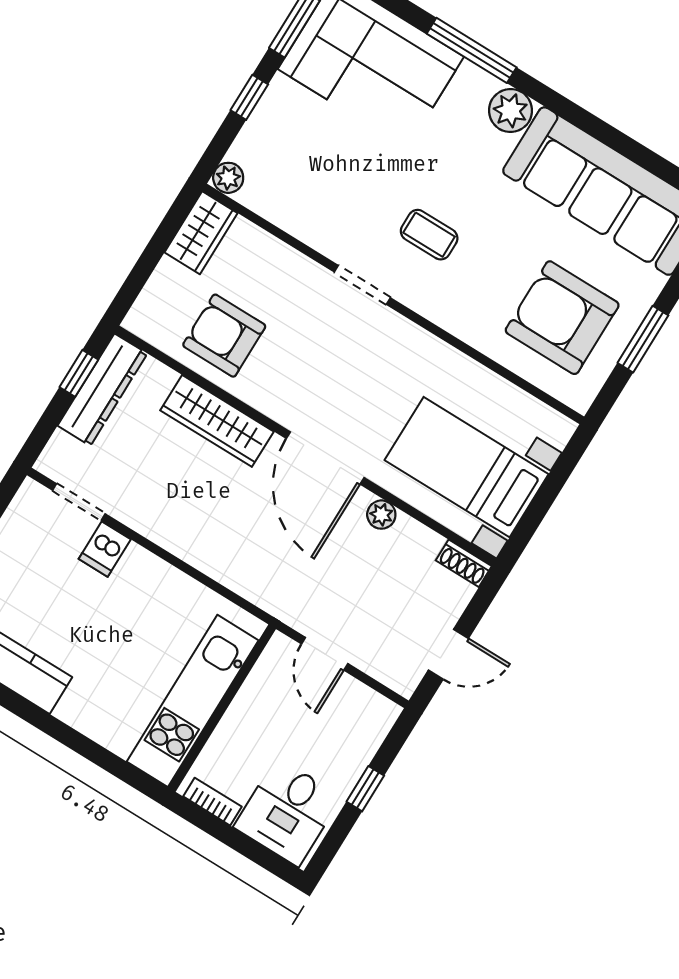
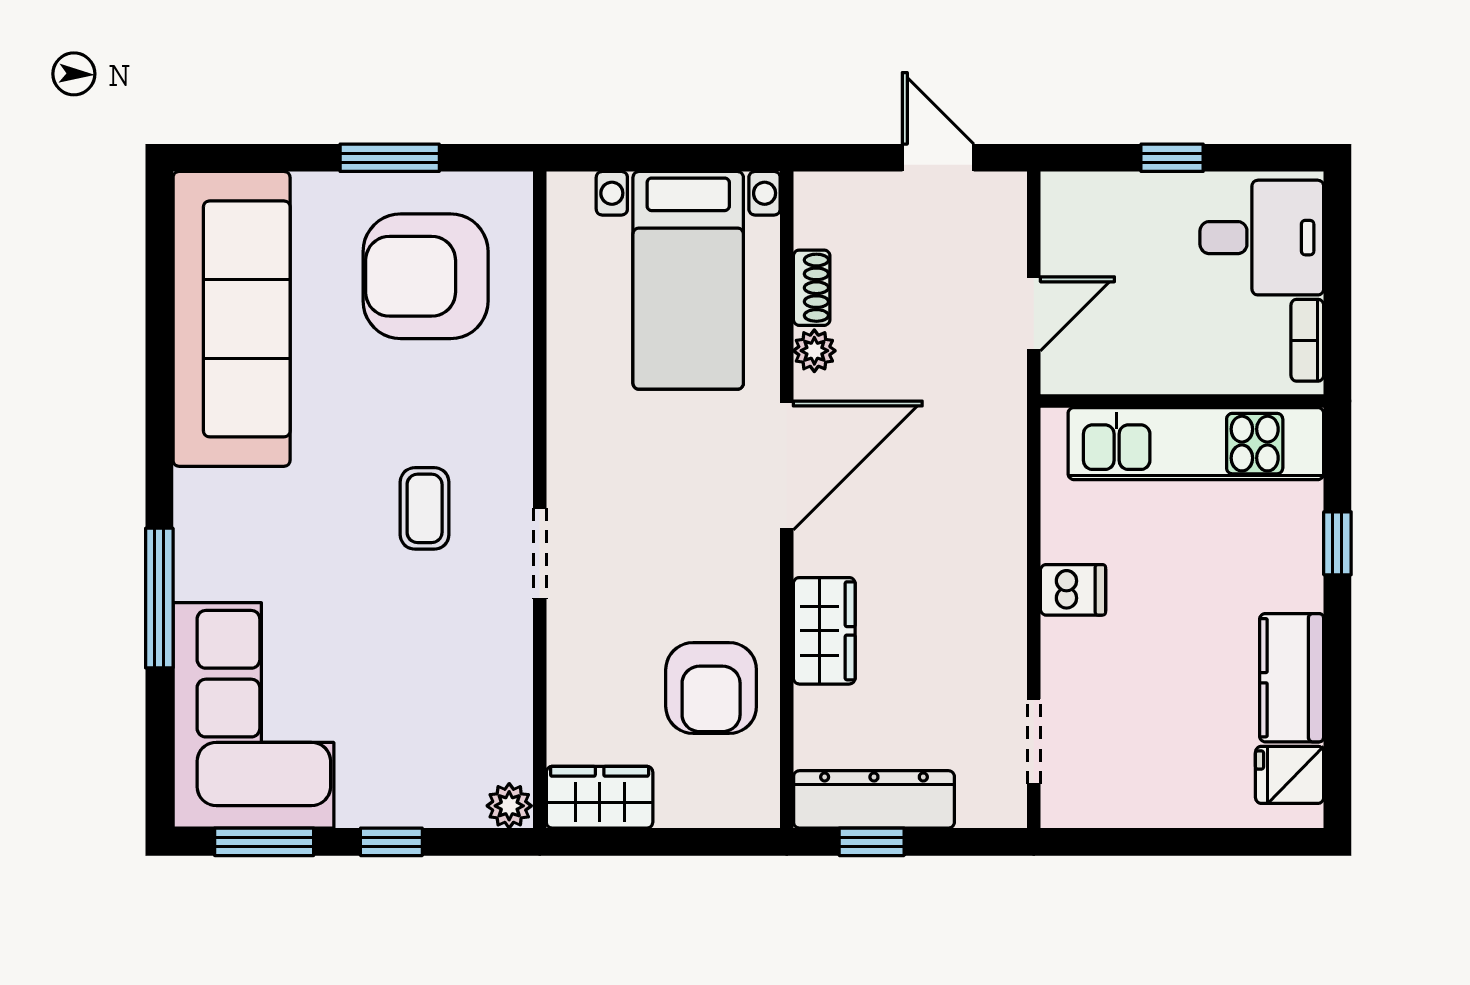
plant: (511, 111) -> (205, 502), removed
armchair: (562, 318) -> (426, 276), turned 90
wardrobe: (217, 421) -> (824, 631), width x0.67
dishwasher: (105, 549) -> (1073, 590), moved
shoe rack: (464, 563) -> (812, 288), moved
window: (85, 747) -> (1337, 543), added

